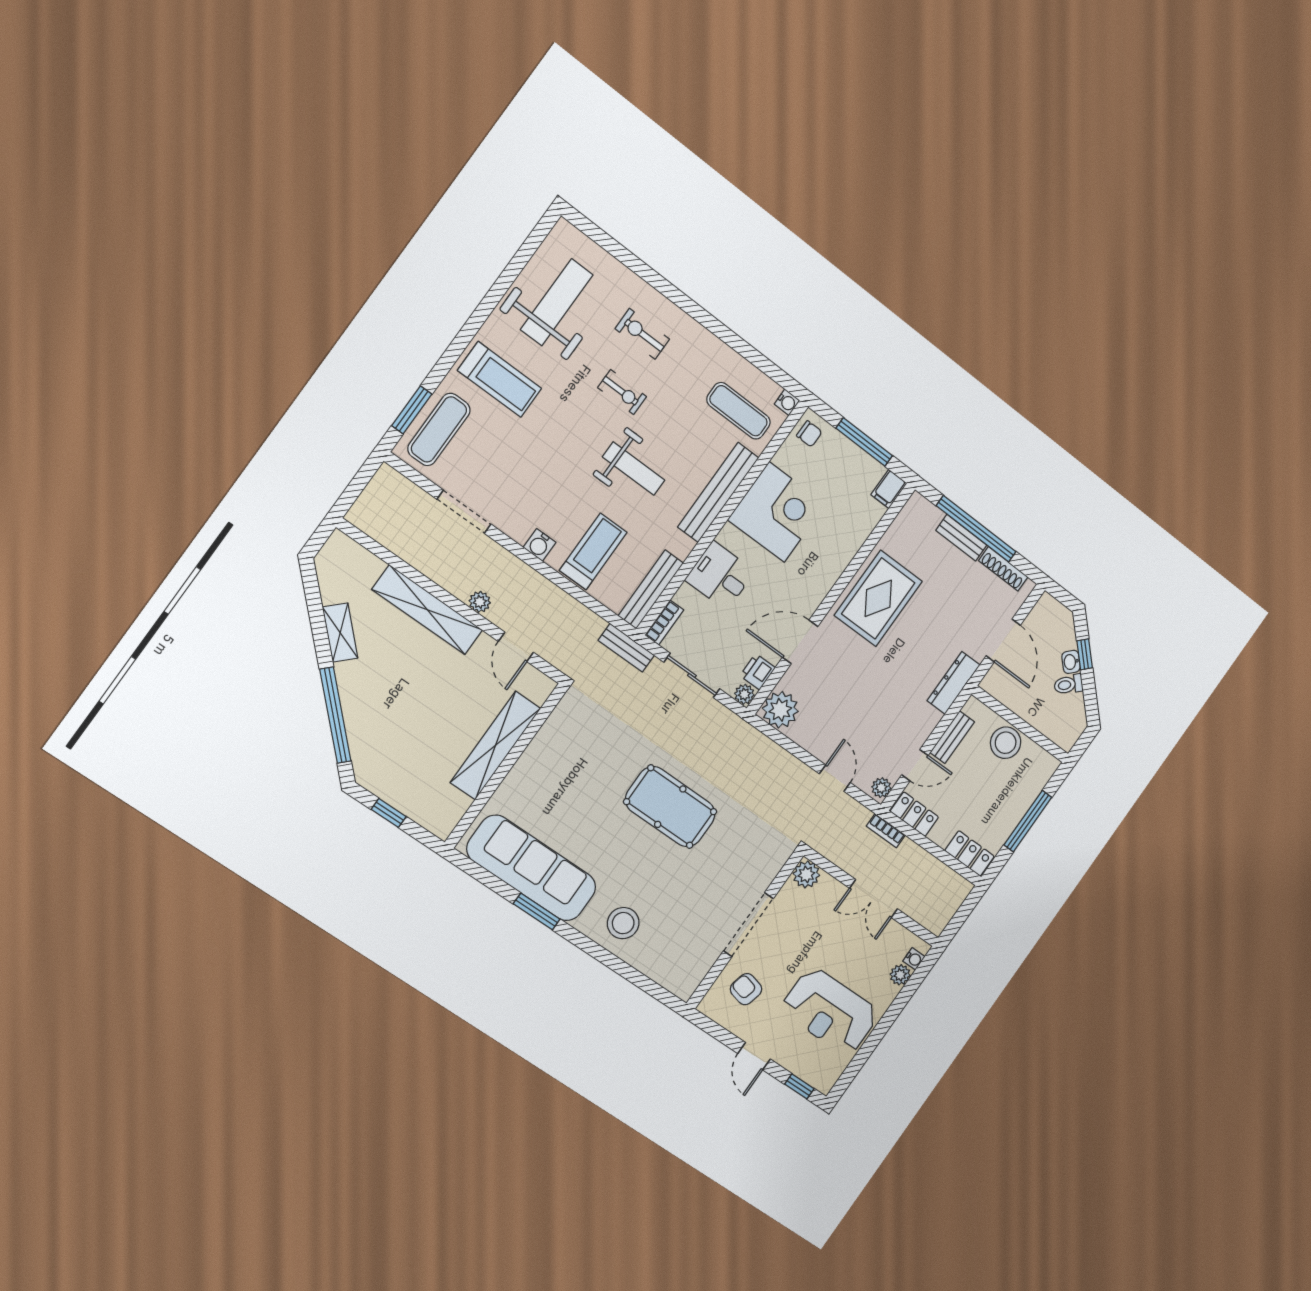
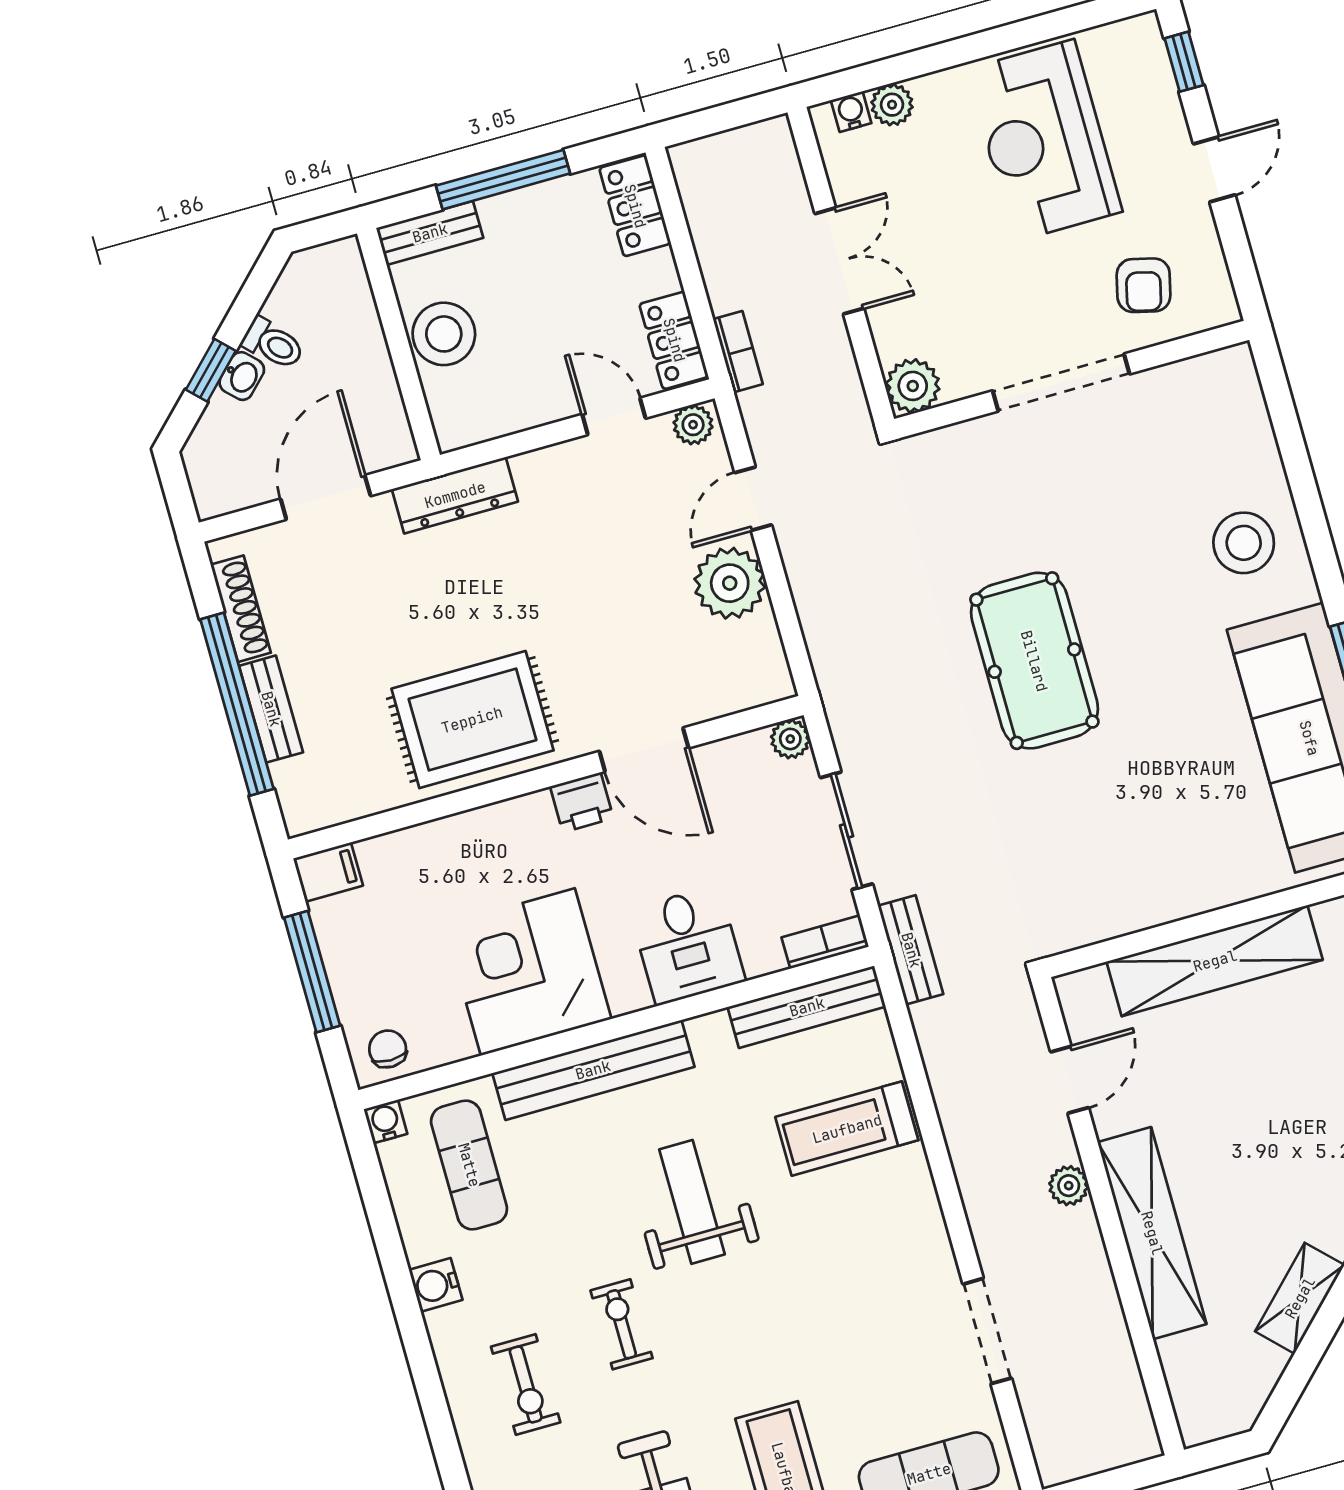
water cooler: (539, 545) -> (436, 1285), moved, turned 180
printer: (758, 672) -> (582, 802), moved
plant: (780, 710) -> (730, 583), moved
bench: (952, 737) -> (430, 233), moved
reception desk: (830, 1011) -> (1044, 140), turned 180

